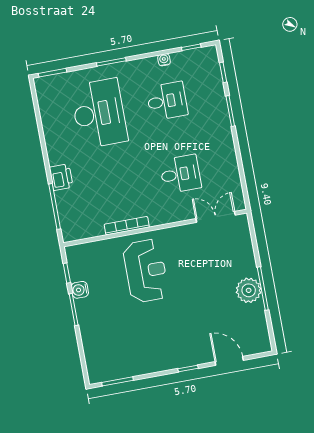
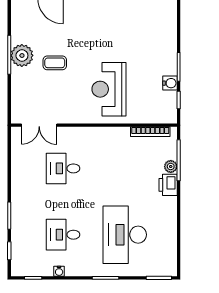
plant: (62, 198) -> (171, 166), added
bookcase: (127, 226) -> (150, 132), moved
coffee table: (211, 289) -> (55, 63), added

